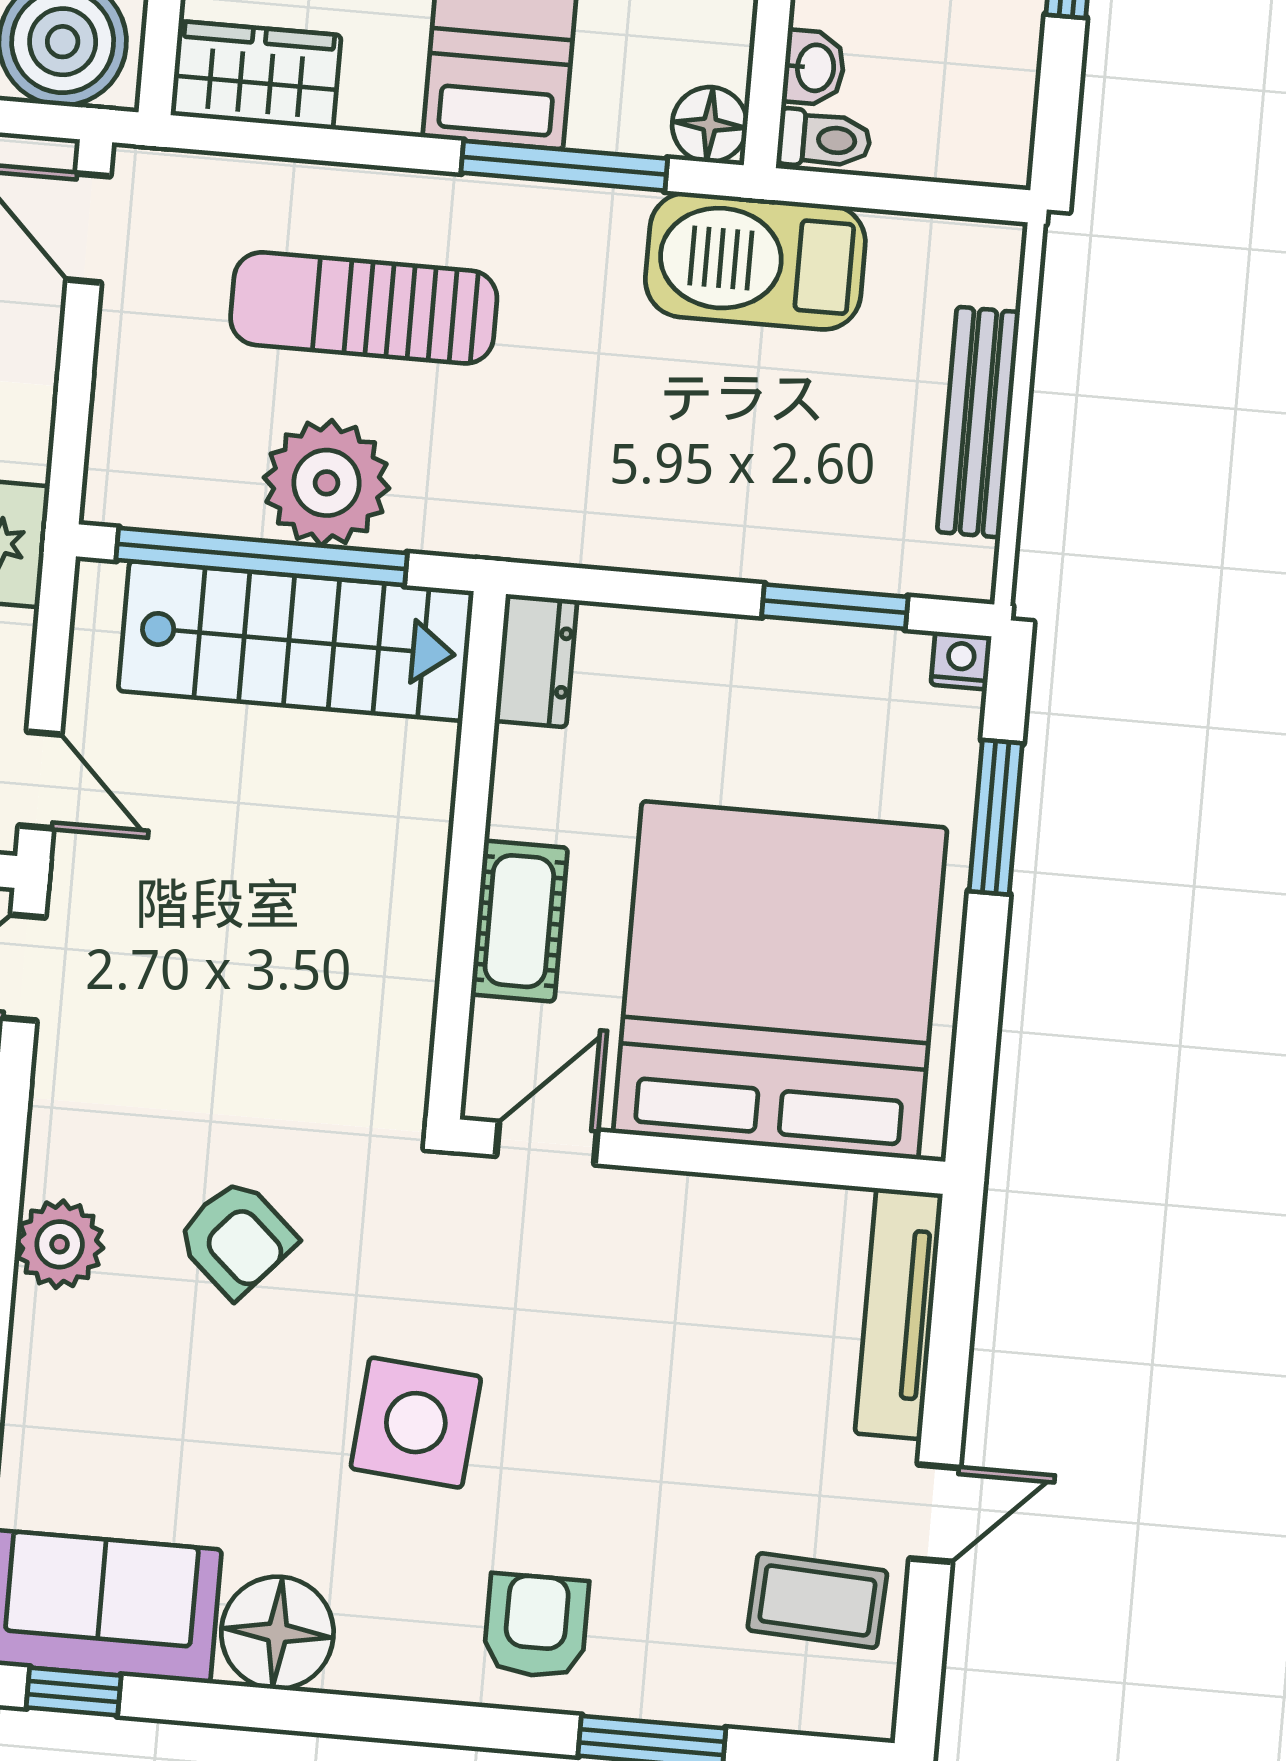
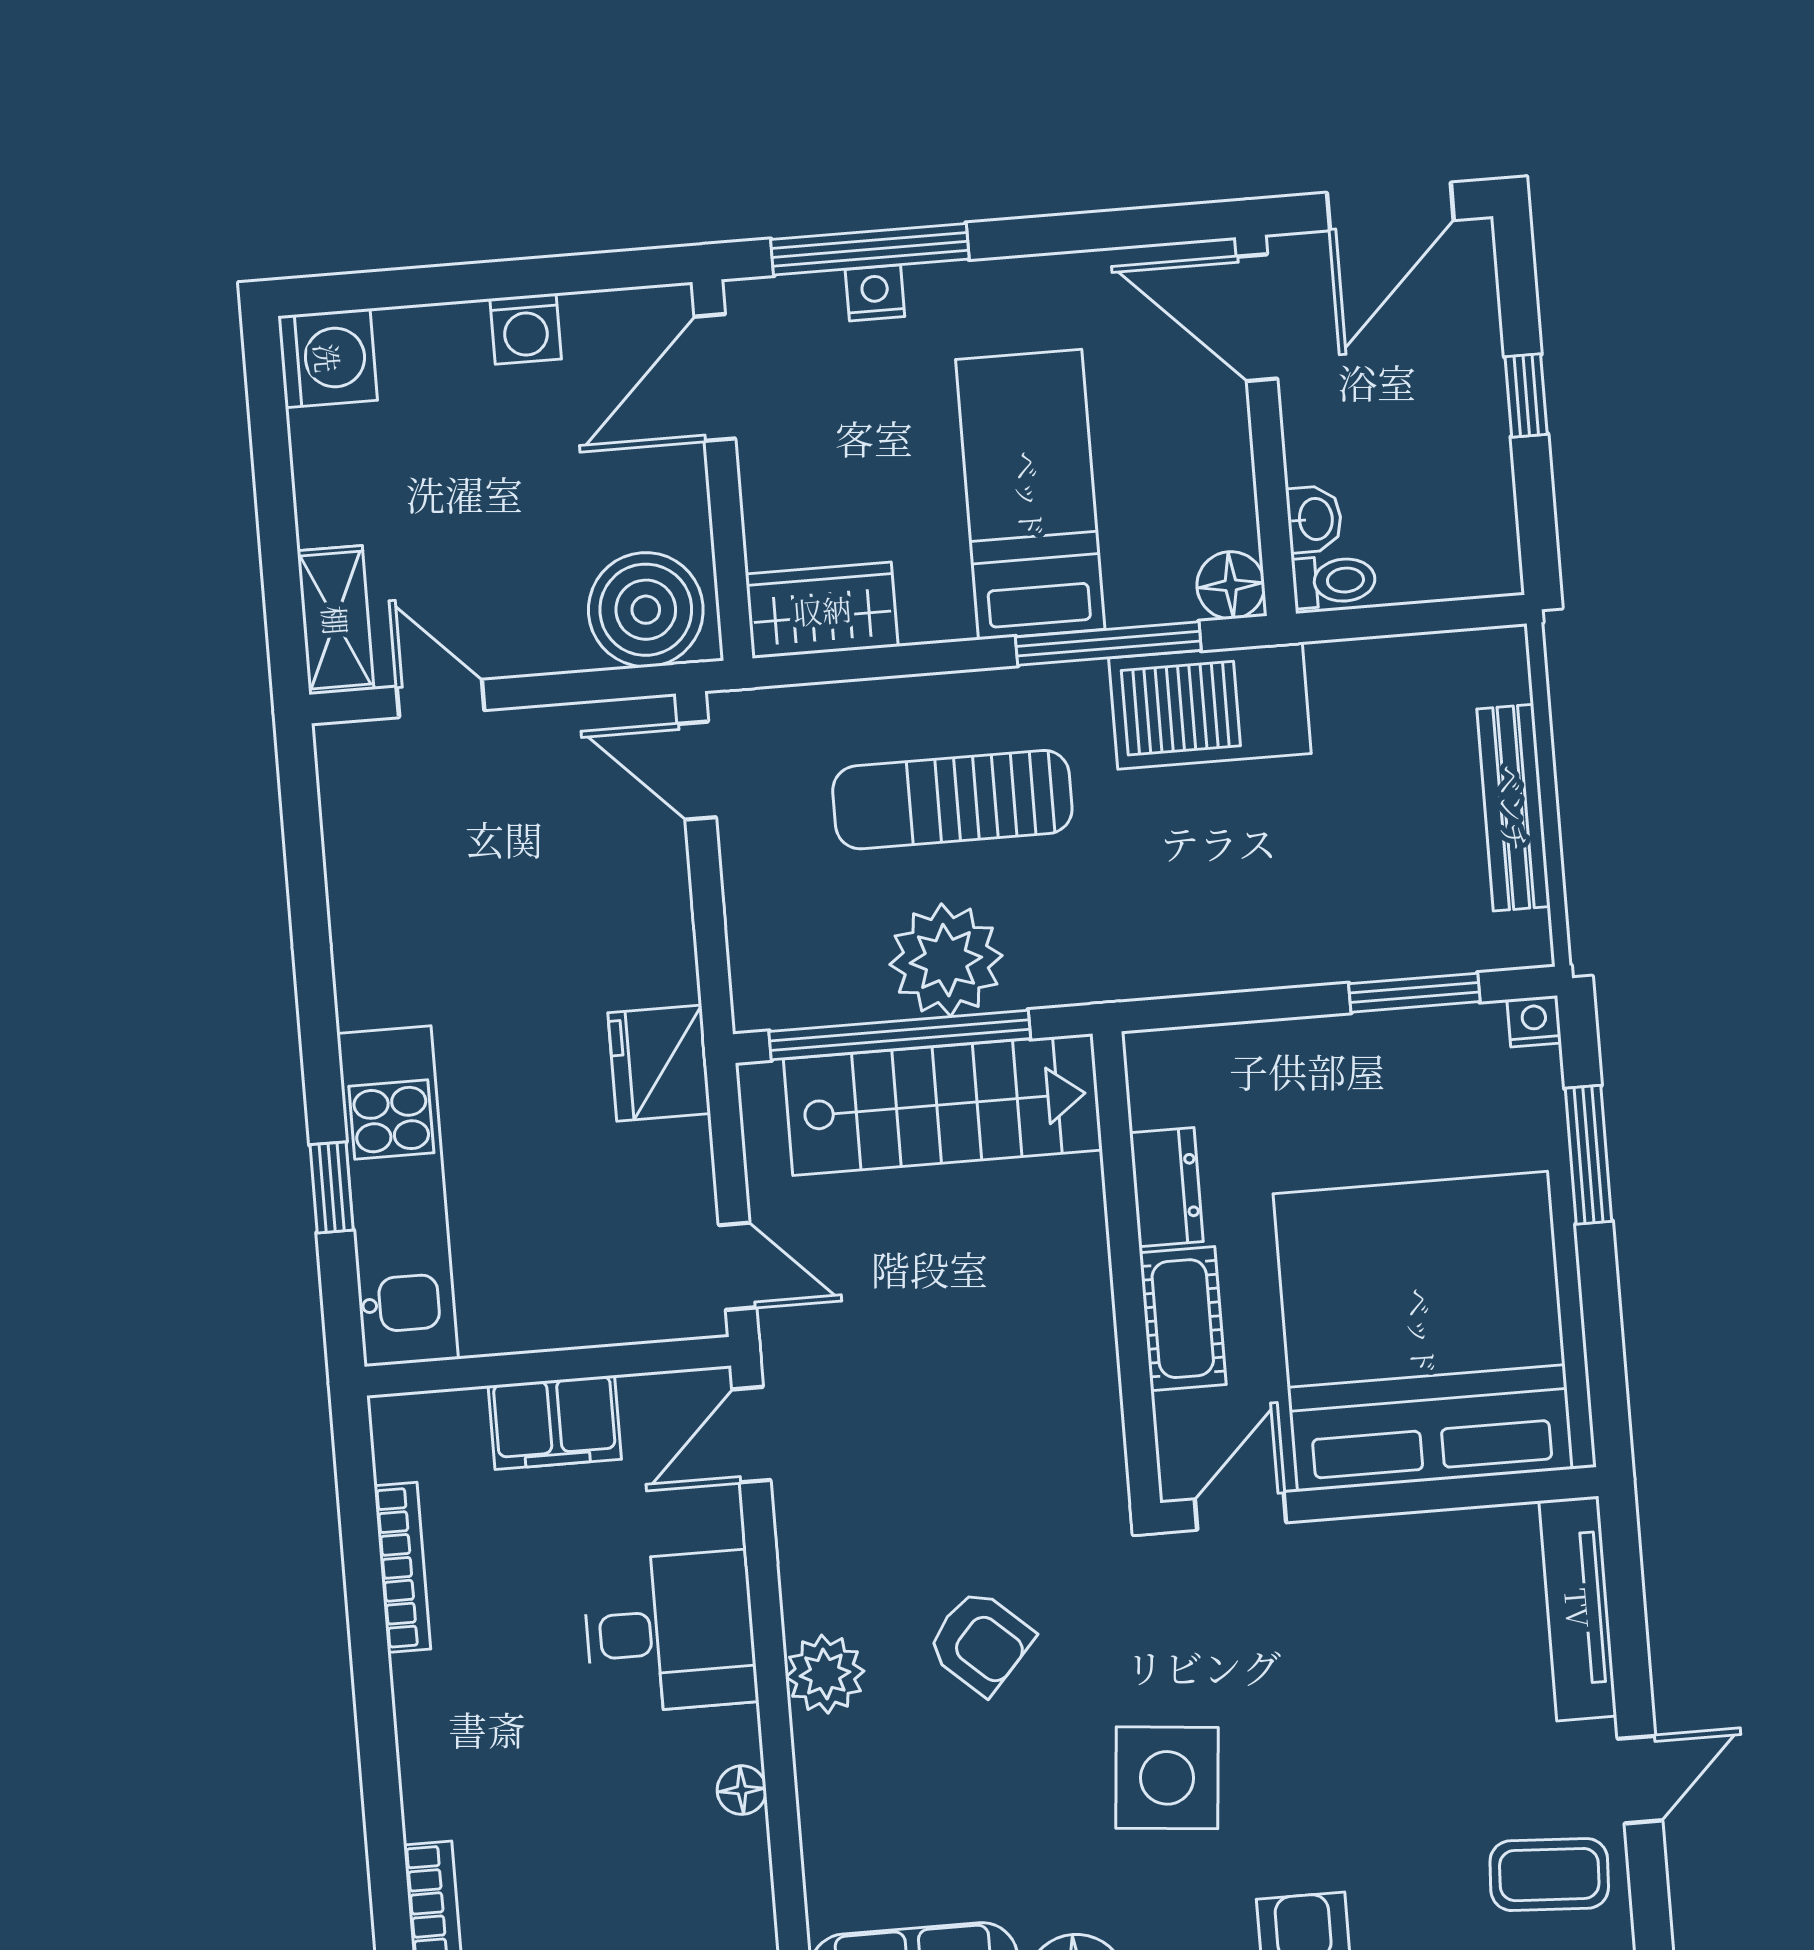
barbecue: (755, 261) -> (1210, 706), moved
dresser: (536, 661) -> (1166, 1187), moved

